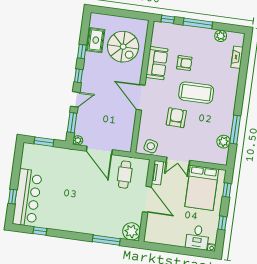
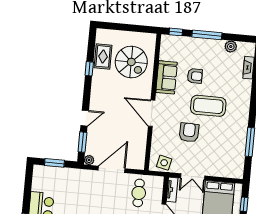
window: (78, 76) -> (87, 94), removed
plant: (224, 142) -> (238, 155), removed
door: (99, 150) -> (112, 169), swing flipped

